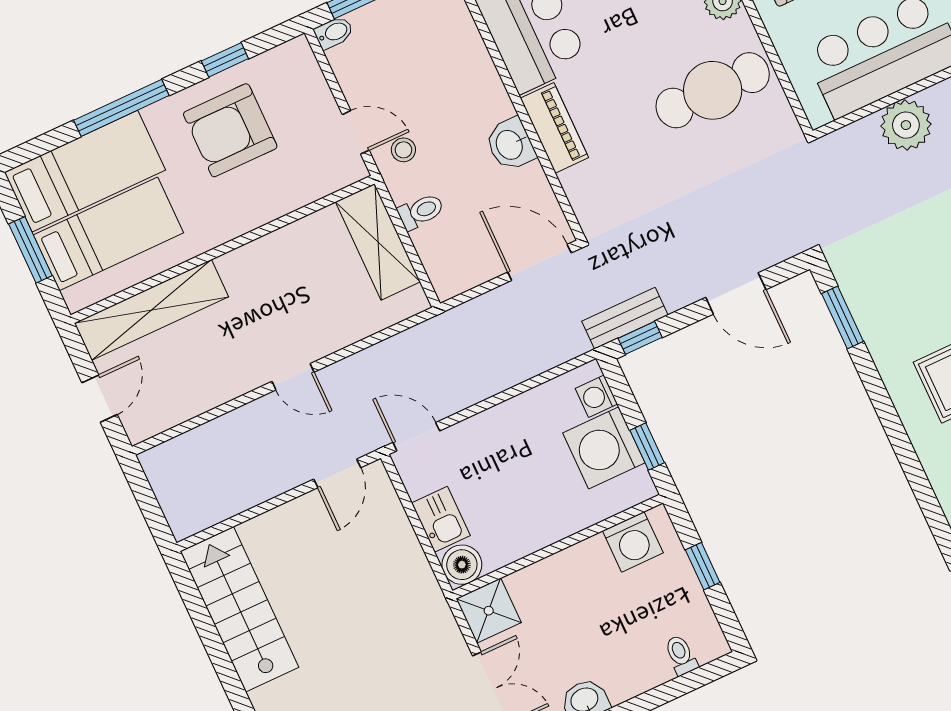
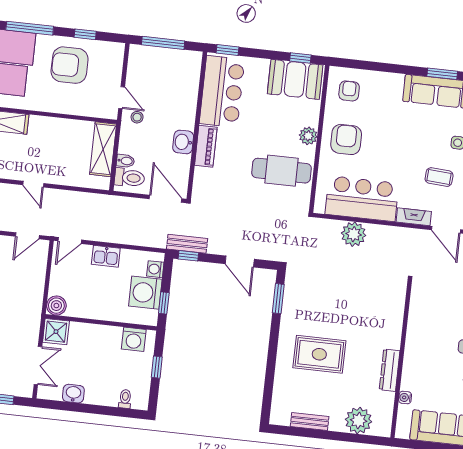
bidet: (334, 33) -> (125, 161), moved
toilet: (421, 211) -> (129, 178), moved, width x1.37, depth x1.39
door: (416, 437) -> (70, 240), swing flipped
kitchen sink: (441, 519) -> (106, 256), moved, turned 90

